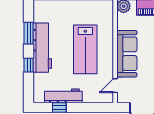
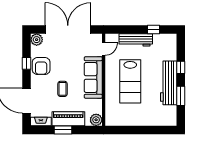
lab bench: (85, 49) -> (130, 81), turned 180
workbench: (63, 96) -> (136, 40), moved

